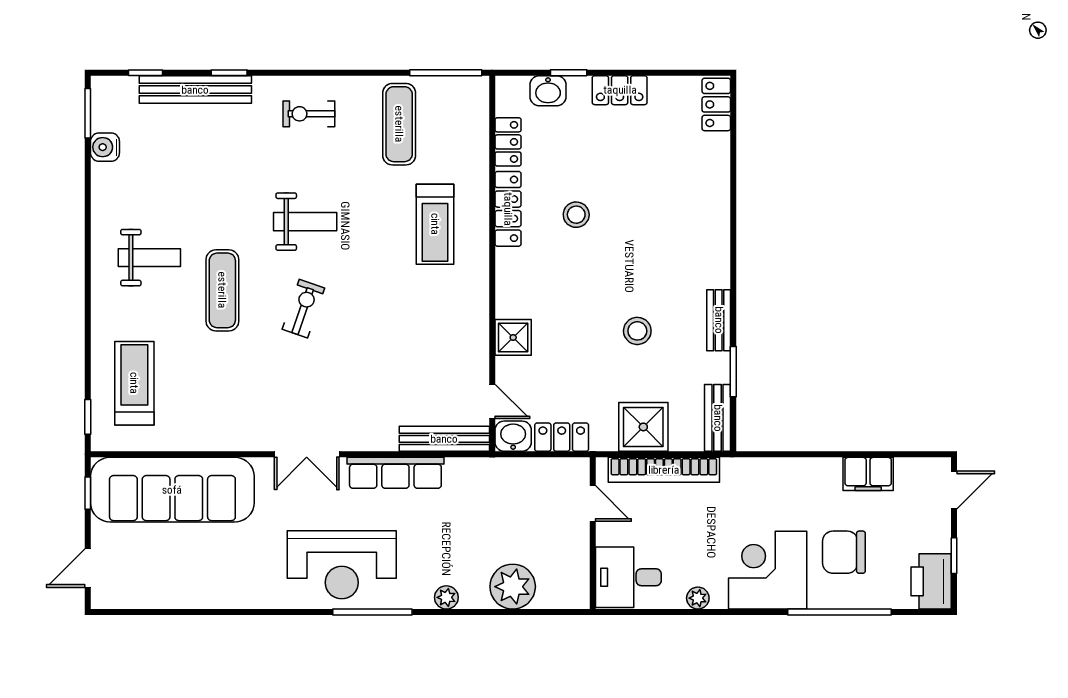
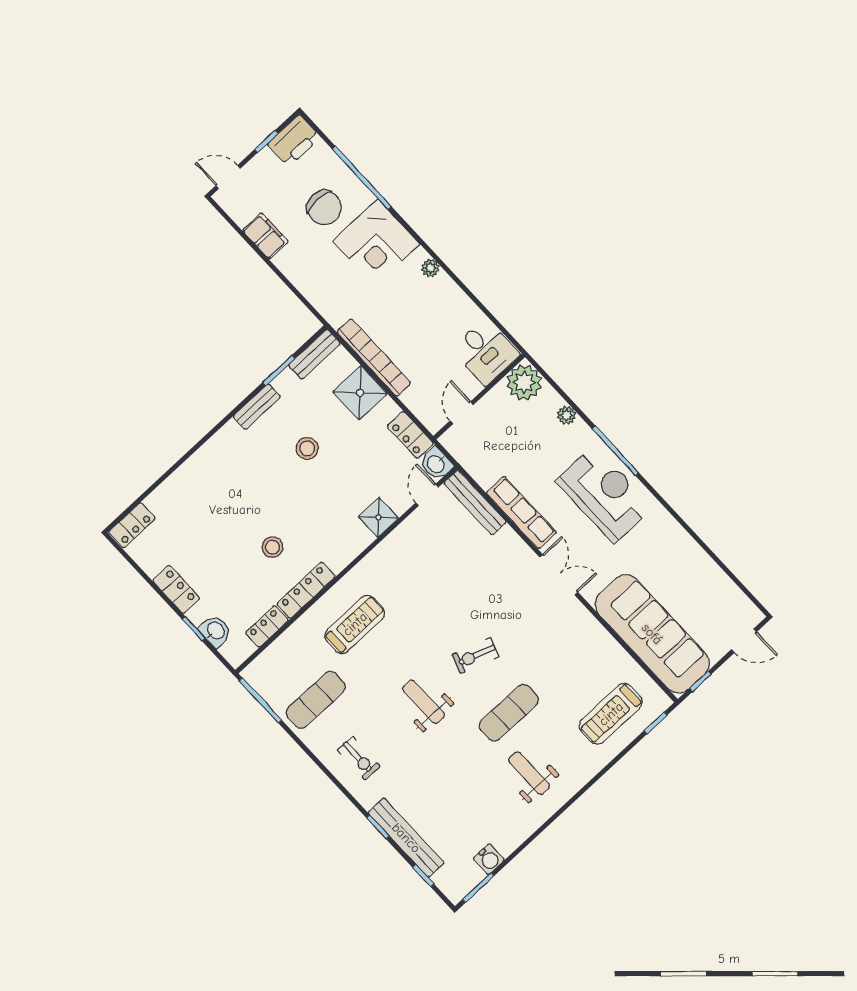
door: (593, 503) -> (462, 413), moved
wall: (593, 533) -> (479, 397), moved
desk: (628, 577) -> (485, 352), moved

